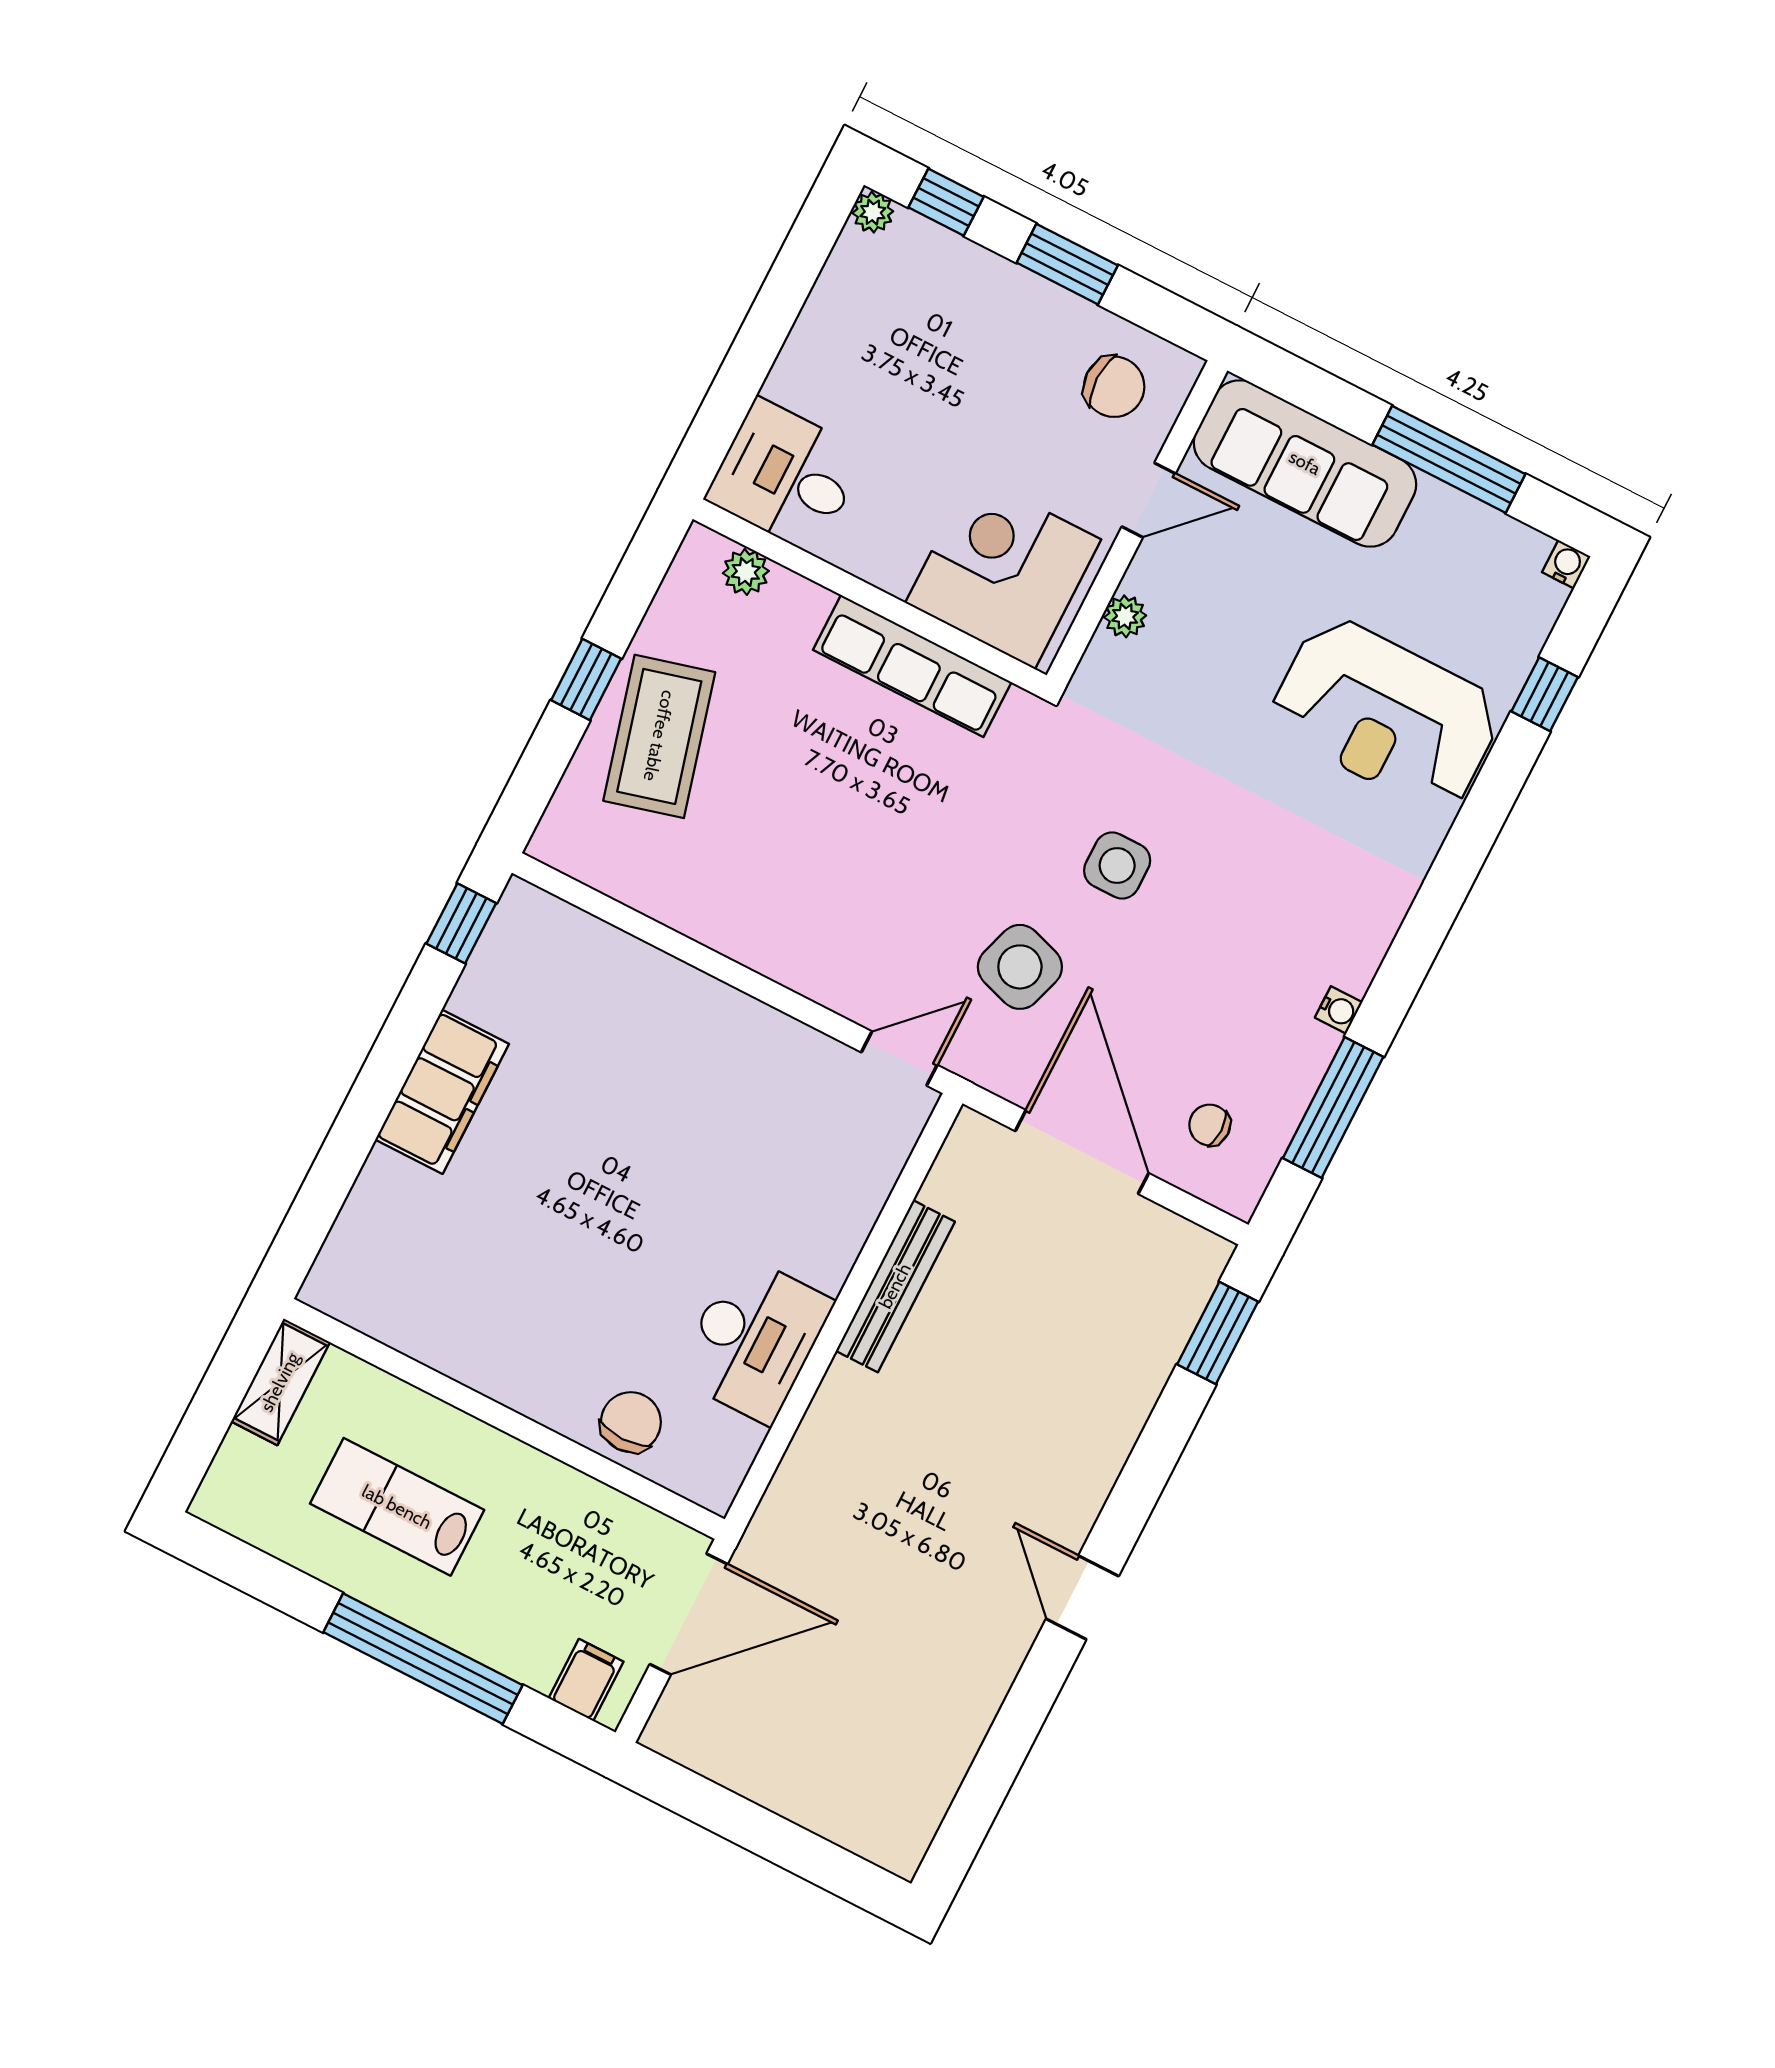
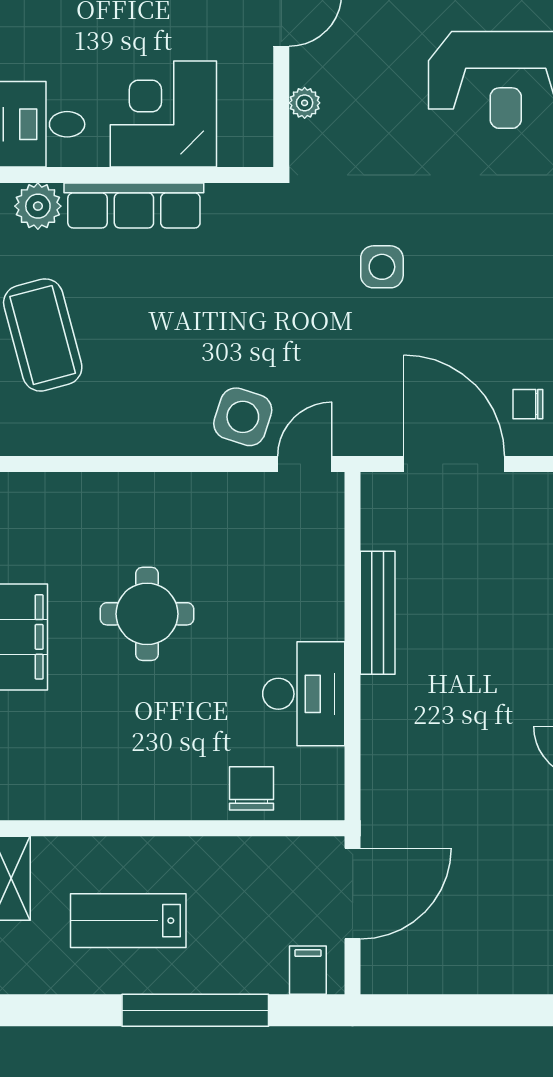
corner desk: (1003, 571) -> (163, 114), moved
plant: (746, 572) -> (38, 206), width x1.38, depth x1.38
row of seats: (912, 666) -> (134, 205), moved
side table: (1020, 967) -> (243, 417), moved
round table: (612, 1143) -> (147, 614), added

